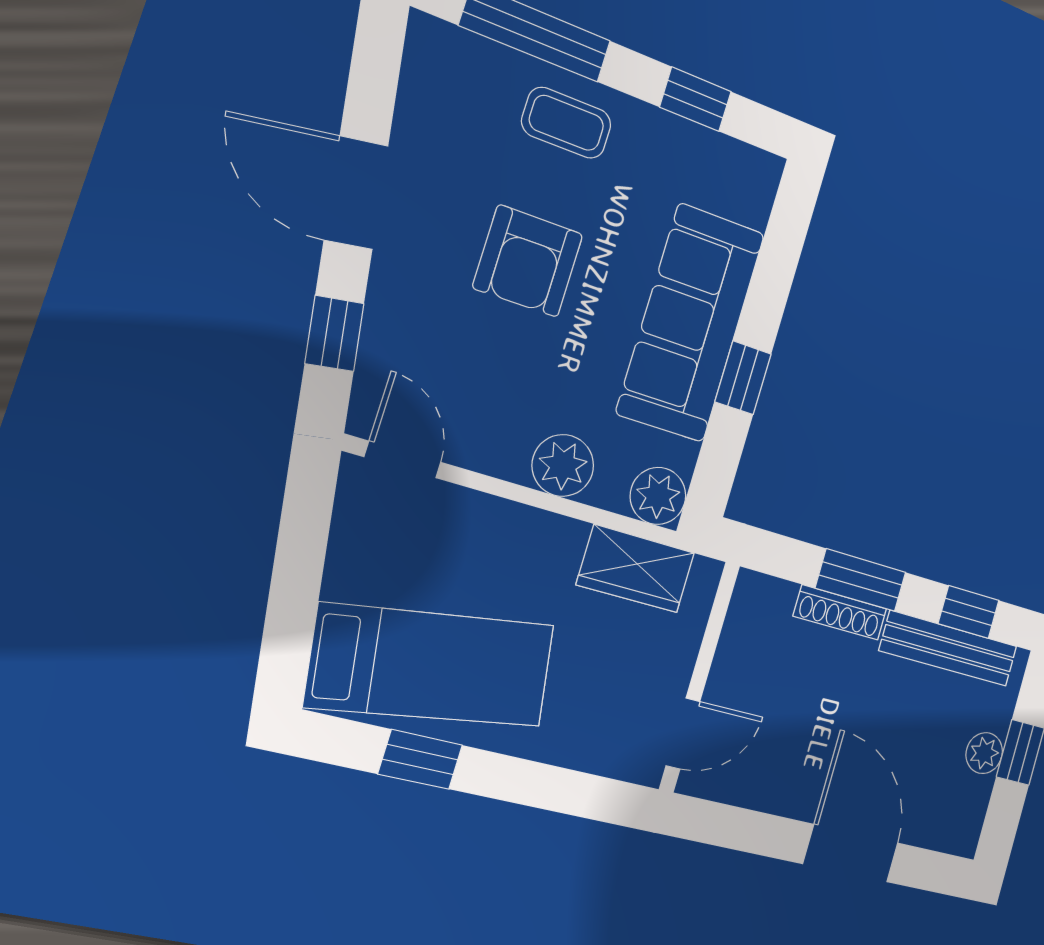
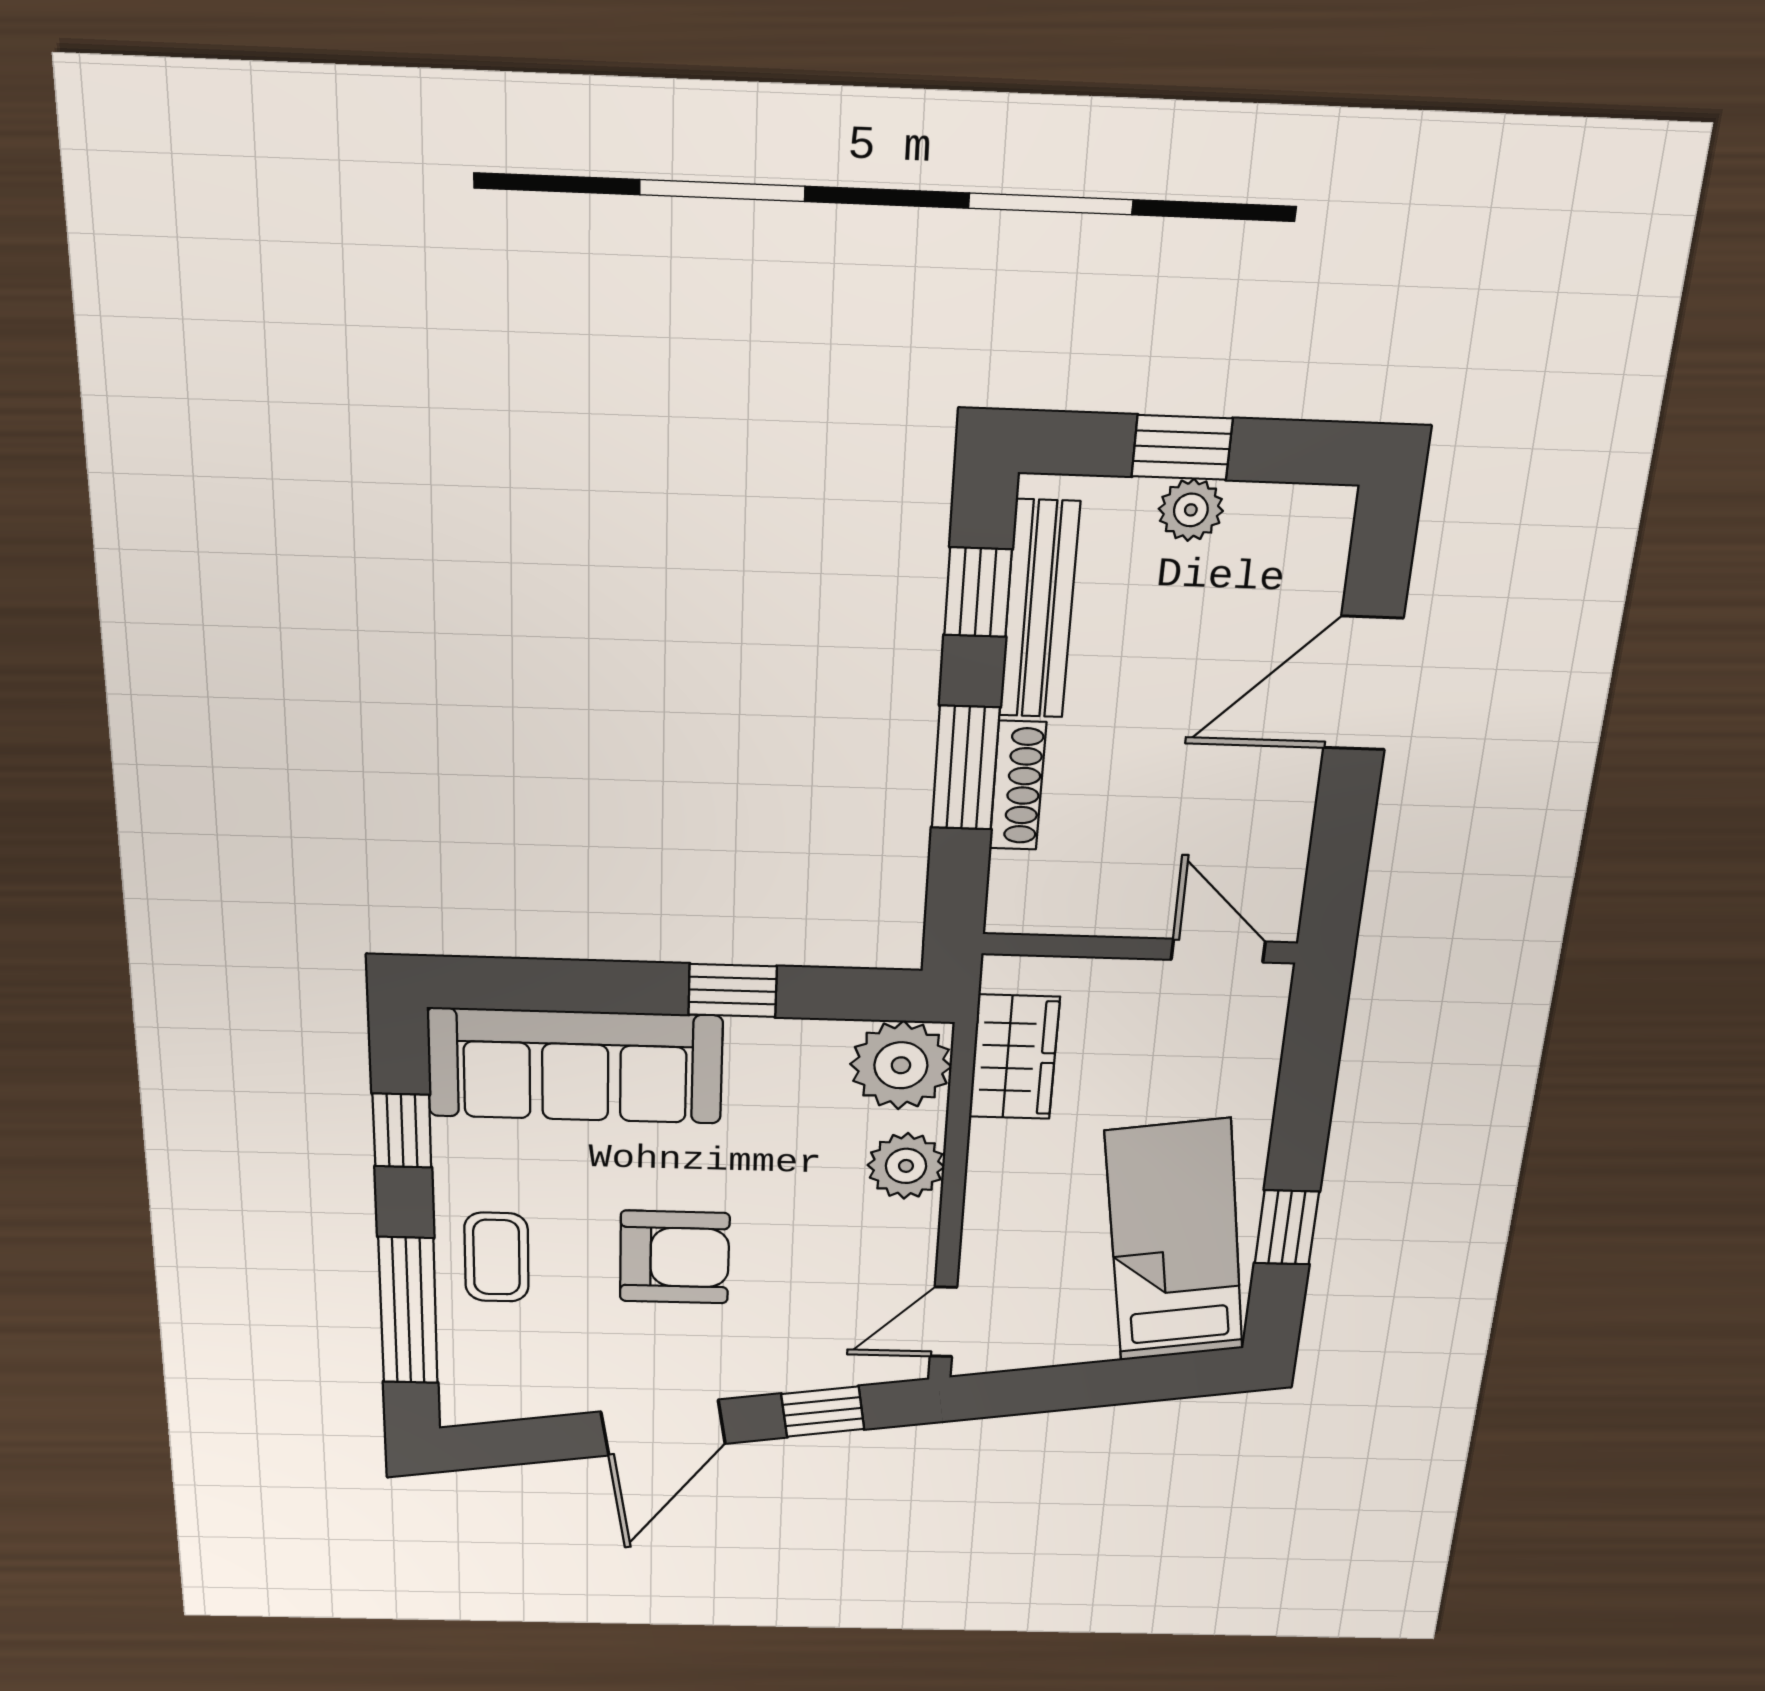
sofa: (691, 323) -> (575, 1066), moved
plant: (658, 496) -> (901, 1065), width x1.36, depth x1.36

